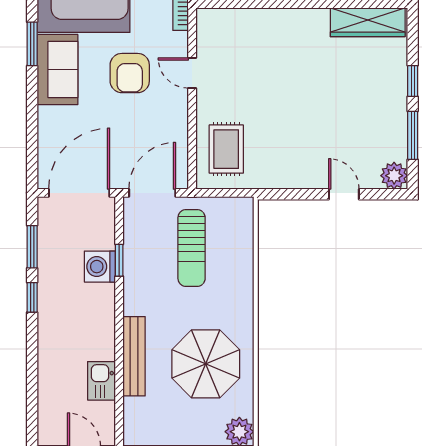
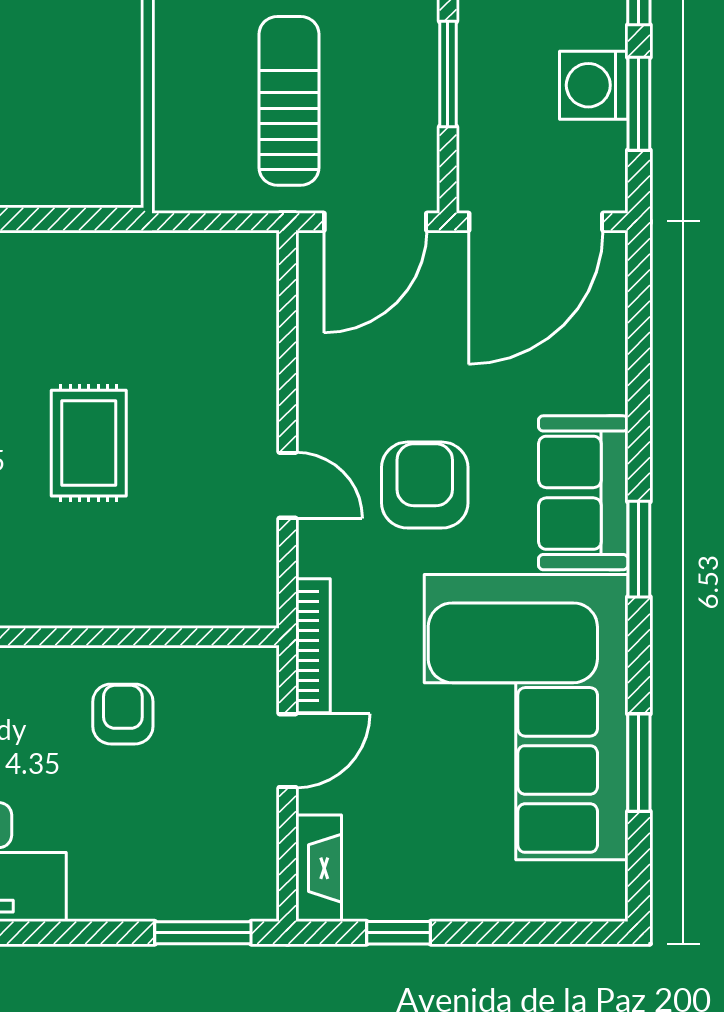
rug: (226, 149) -> (89, 443), moved
window: (119, 260) -> (448, 74), width x1.50
washing machine: (100, 267) -> (594, 85), moved, turned 180

